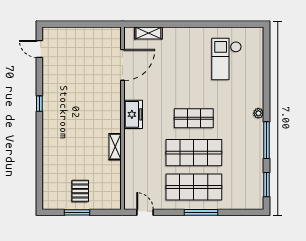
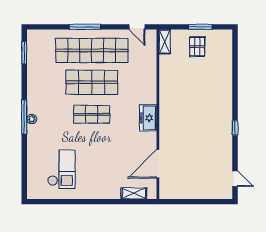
window: (266, 140) -> (24, 117), moved
shelving: (115, 147) -> (165, 42), moved
shop shelf: (194, 187) -> (92, 50), width x1.40

